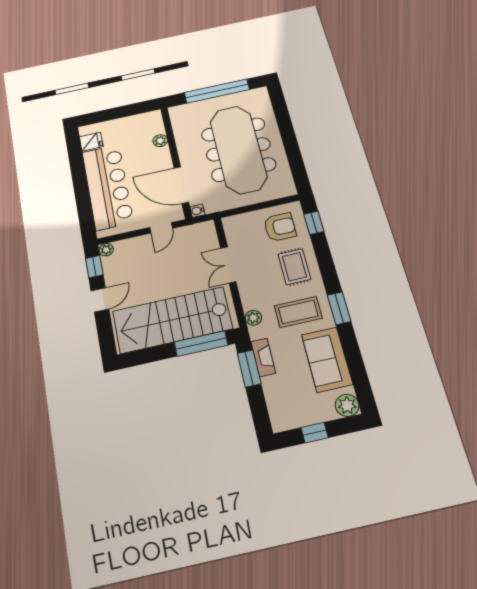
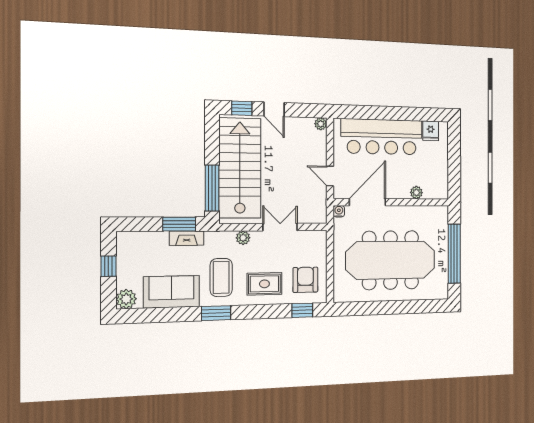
armchair: (280, 227) -> (305, 280), turned 180
window: (94, 267) -> (242, 108), moved
plant: (253, 318) -> (243, 238), moved

